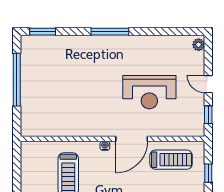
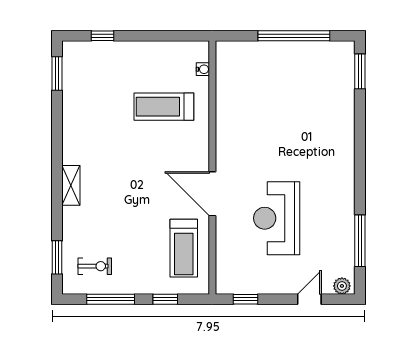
window: (110, 32) -> (360, 241), moved
door: (208, 84) -> (309, 299), moved
water cooler: (105, 146) -> (203, 69), moved

